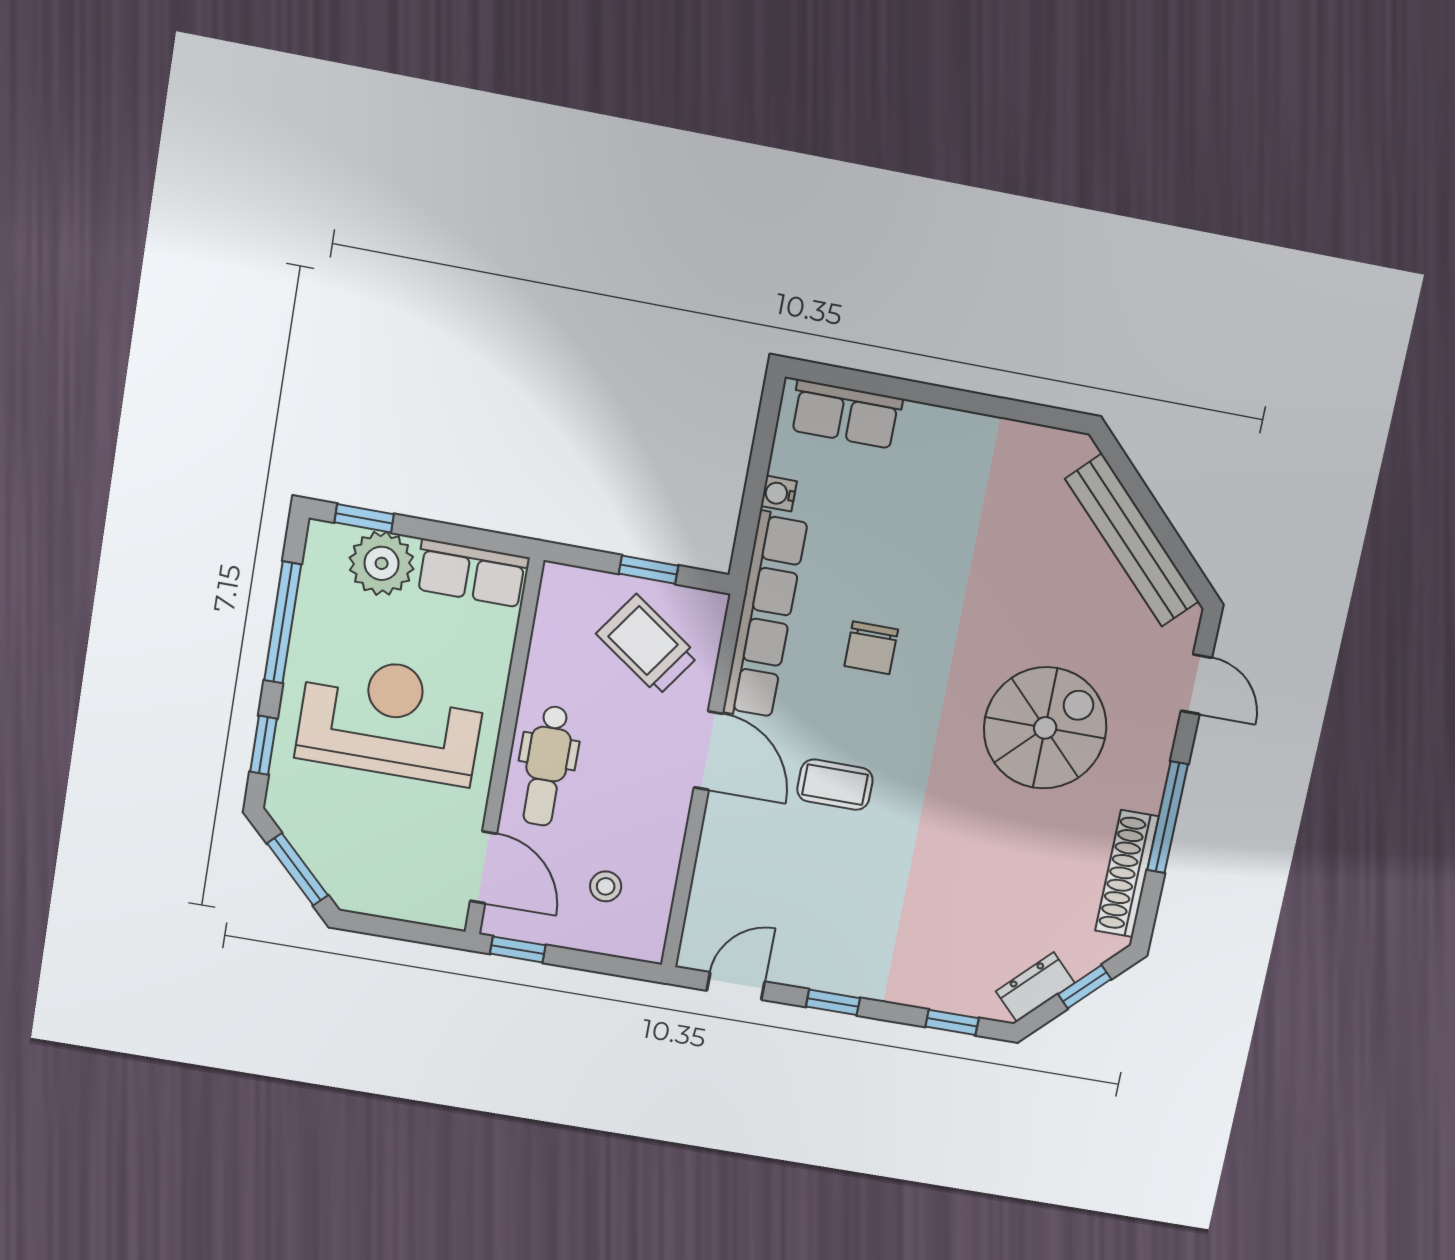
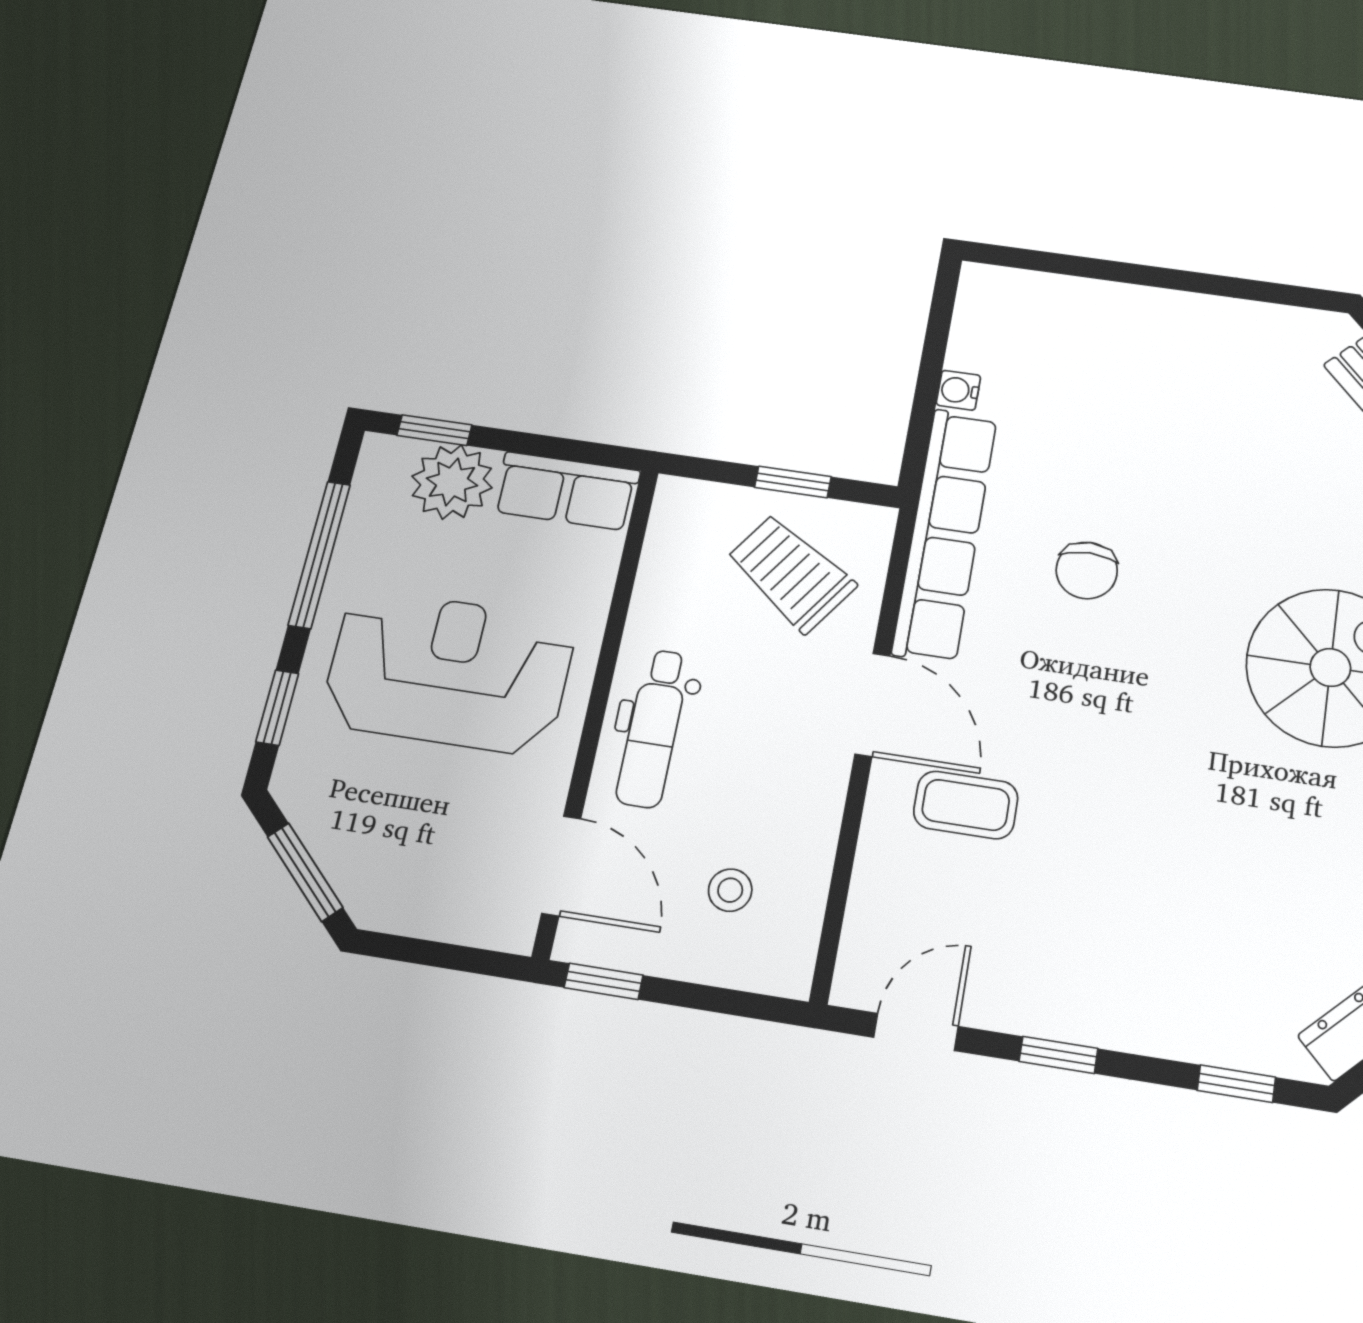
row of seats: (846, 414) -> (1039, 300), removed
coffee table: (835, 785) -> (966, 805), moved

